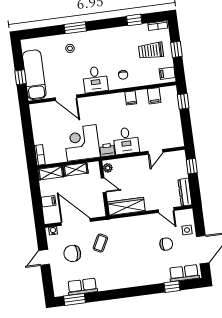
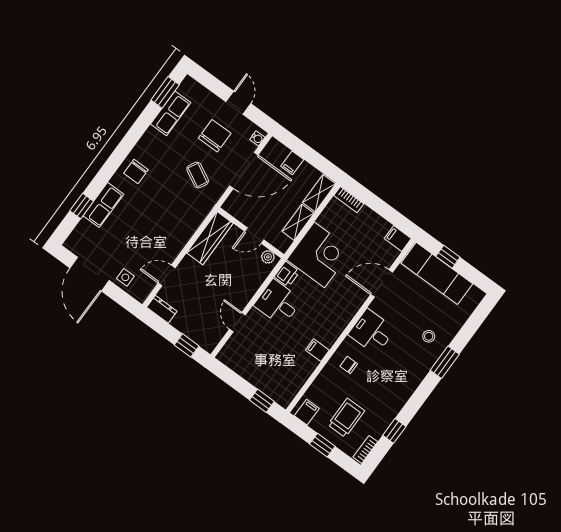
filing cabinet: (154, 96) -> (398, 239), moved
dresser: (185, 192) -> (162, 309), width x0.70
chair: (166, 244) -> (136, 171), moved
row of seats: (184, 273) -> (103, 205), moved

